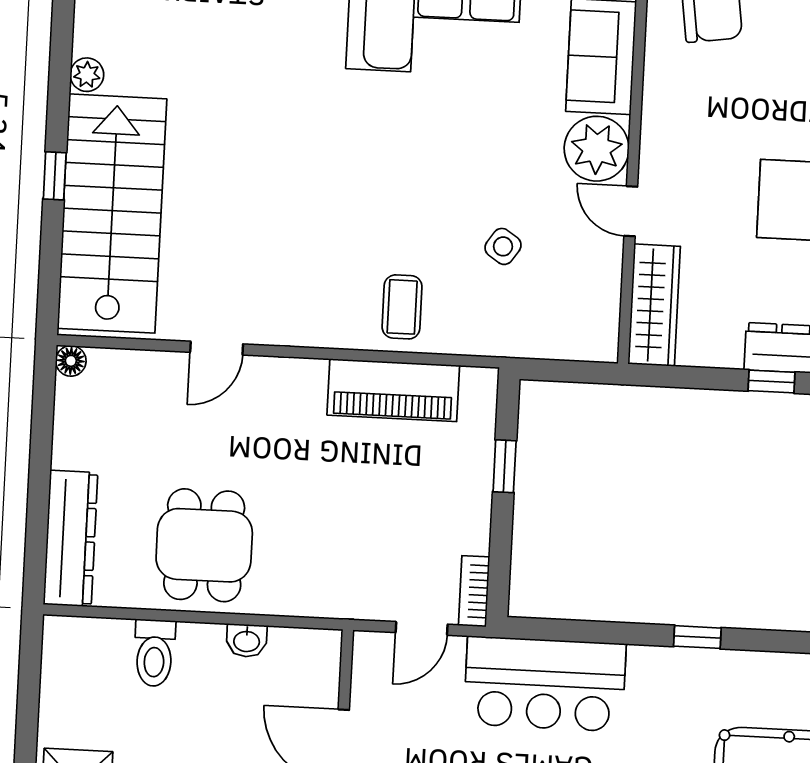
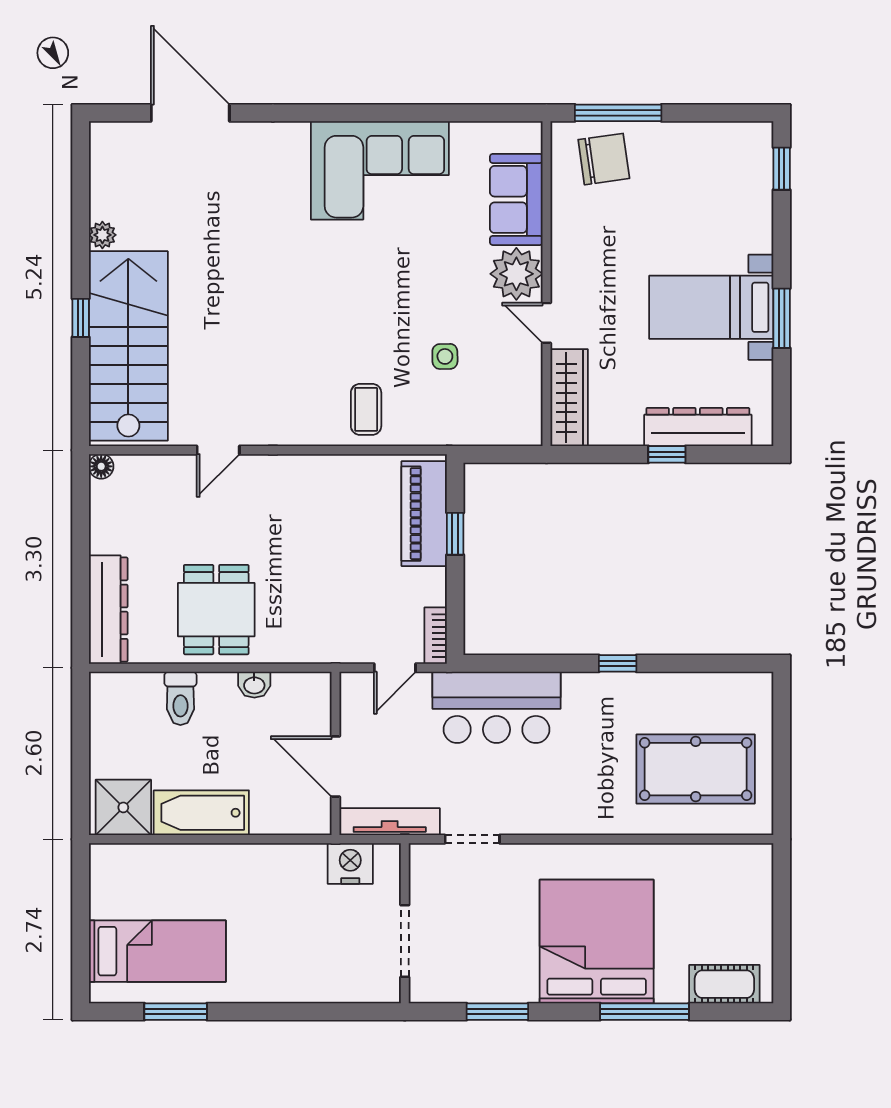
side table: (503, 246) -> (445, 356), turned -35
piano: (393, 390) -> (424, 514), moved, turned 90

